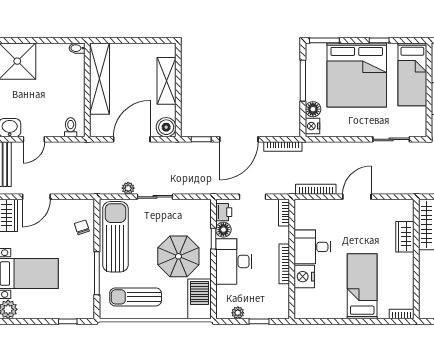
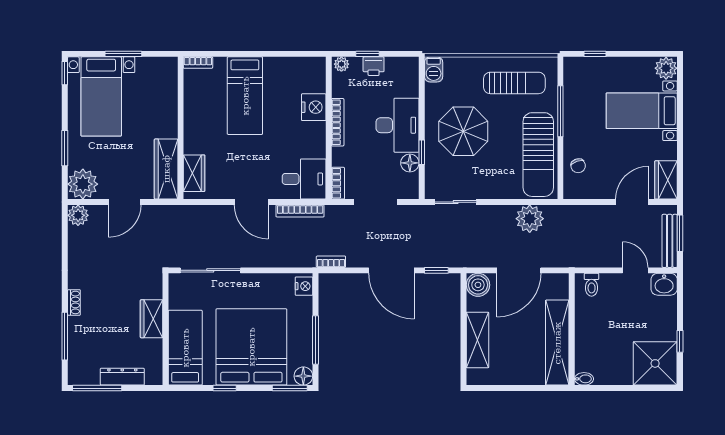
floor lamp: (313, 109) -> (303, 376), moved
door: (34, 139) -> (635, 270), hinge flipped
door: (239, 139) -> (391, 270), swing flipped
sliding door: (391, 139) -> (210, 270), width x1.37
bookcase: (283, 147) -> (331, 262), width x0.64
plant: (128, 188) -> (530, 219), width x1.87, depth x1.87
sliding door: (155, 197) -> (456, 202), moved
doorway: (252, 197) -> (375, 202), width x1.38
door: (357, 197) -> (251, 202), hinge flipped
printer: (224, 212) -> (374, 66), moved, turned -90
wardrobe: (405, 237) -> (194, 173), moved
desk: (312, 247) -> (304, 179), moved
barbecue: (199, 299) -> (434, 69), width x0.53, depth x0.65
plant: (238, 313) -> (341, 64), moved

